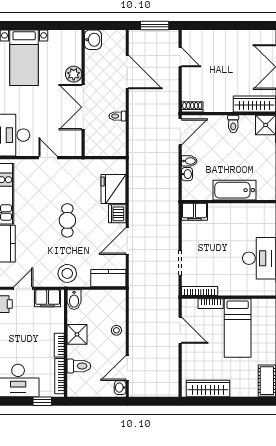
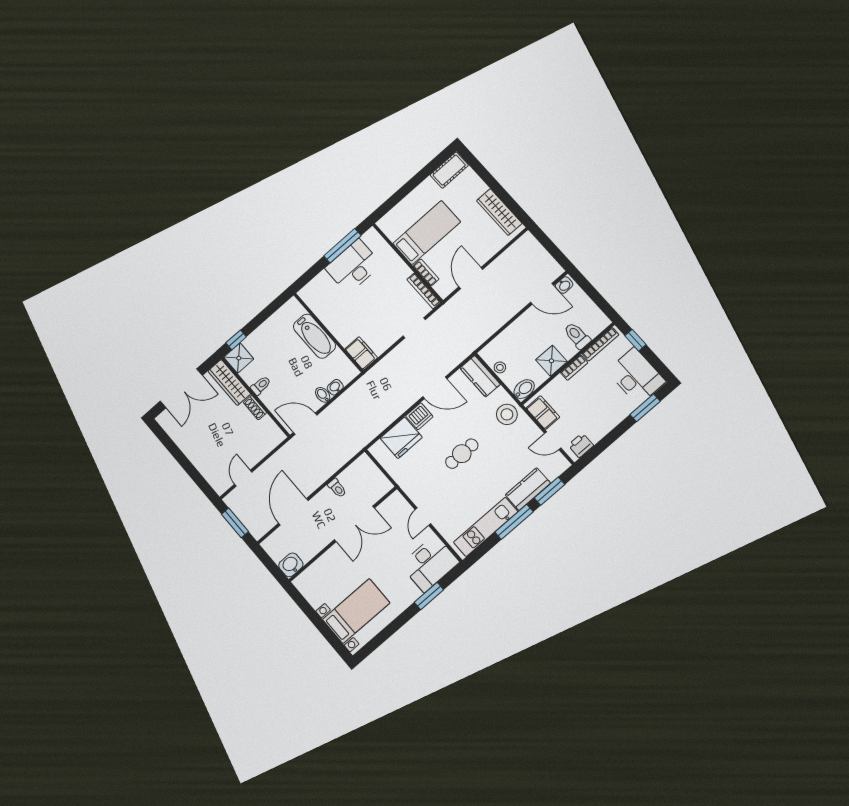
plant: (74, 74) -> (334, 556), removed
shoe rack: (192, 107) -> (255, 408), moved
stool: (116, 330) -> (500, 367), moved

